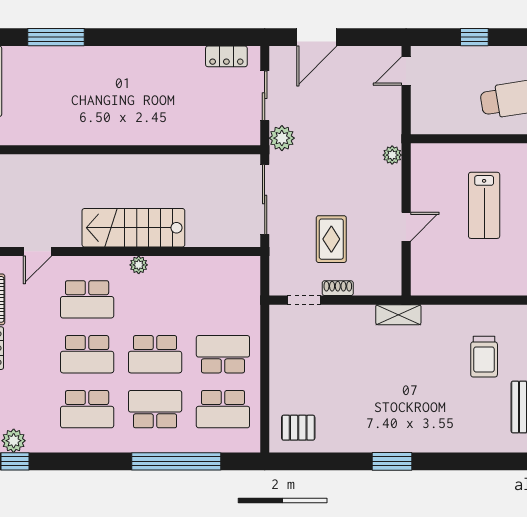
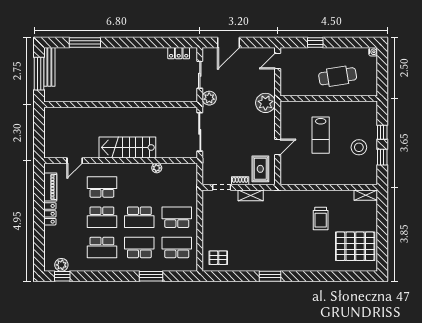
plant: (392, 155) -> (265, 103), width x1.87, depth x1.87
rug: (331, 239) -> (260, 169), moved
plant: (139, 265) -> (157, 168), moved
school desk: (87, 299) -> (102, 187), turned 180
shelving: (398, 315) -> (251, 195), moved
school desk: (223, 409) -> (177, 247), turned 180
window: (176, 461) -> (151, 276), width x0.47

